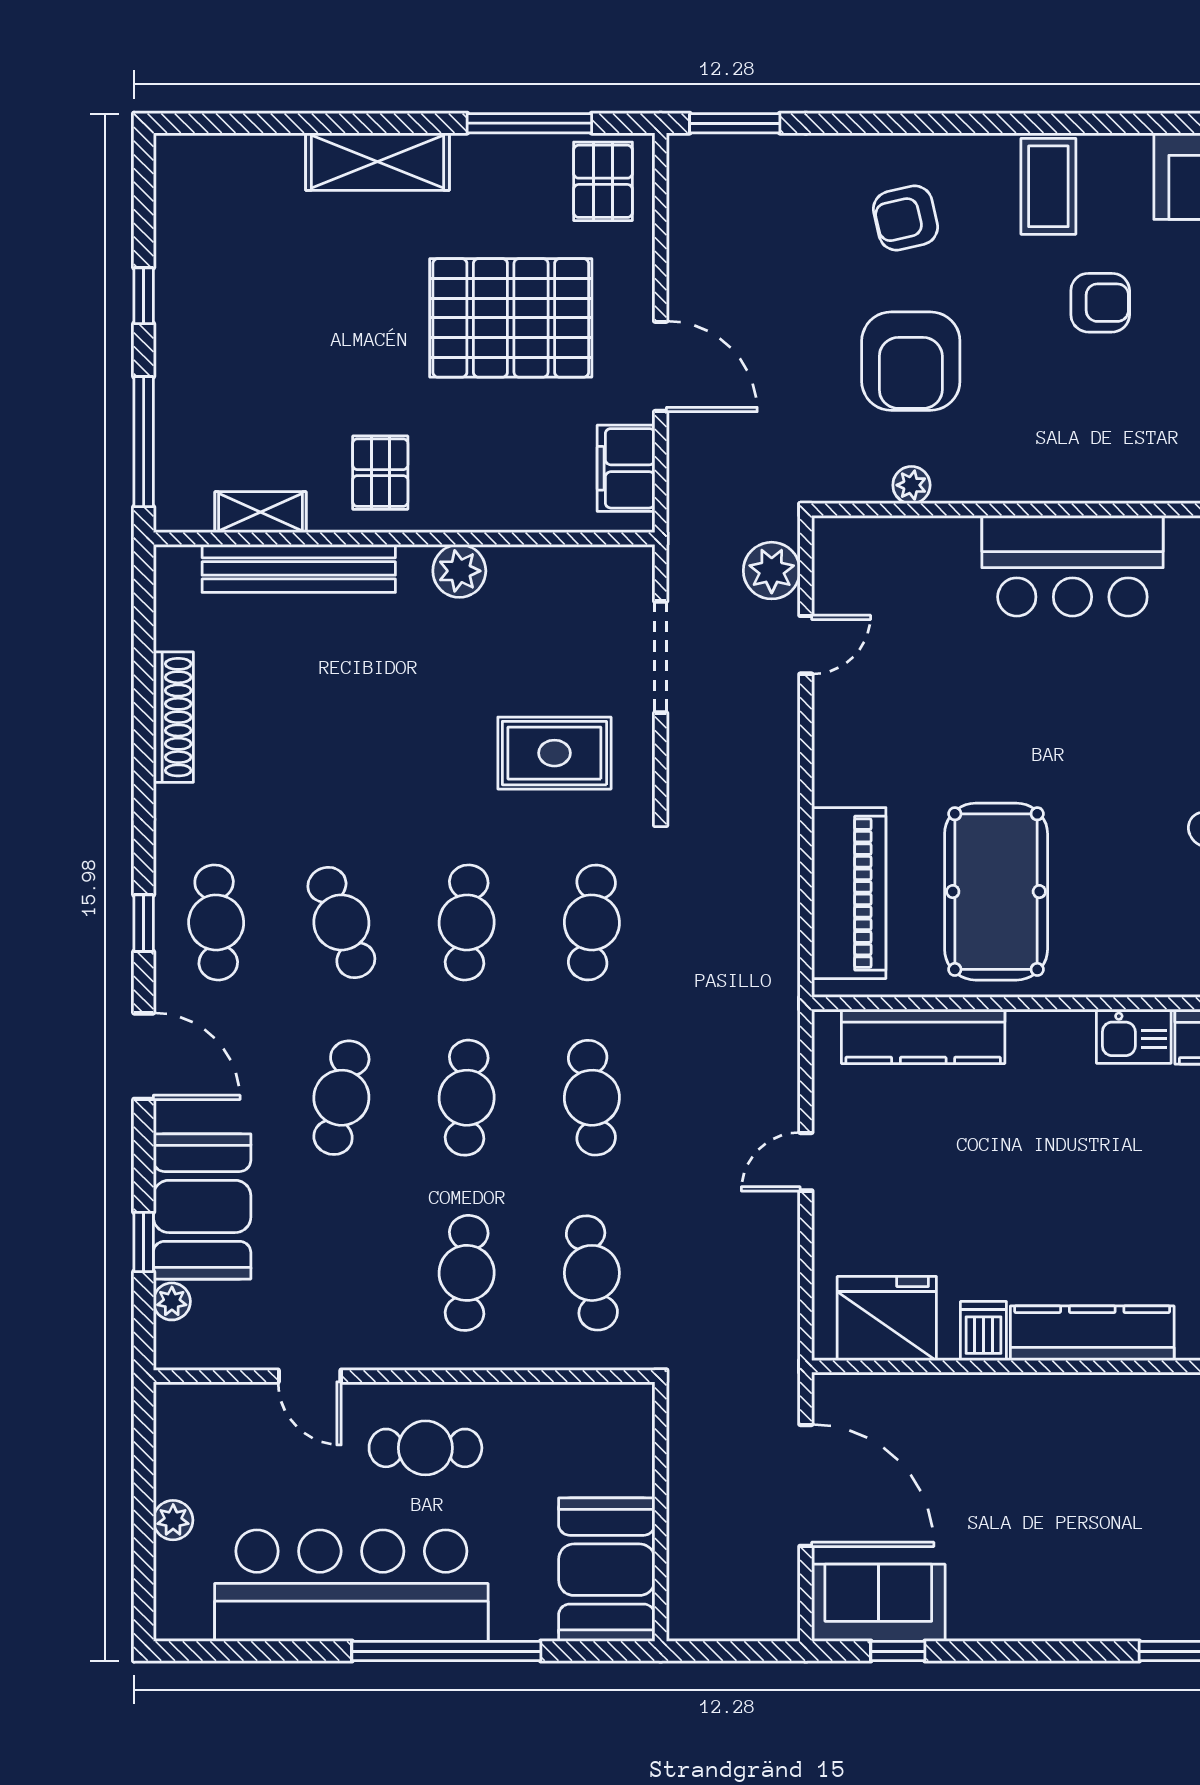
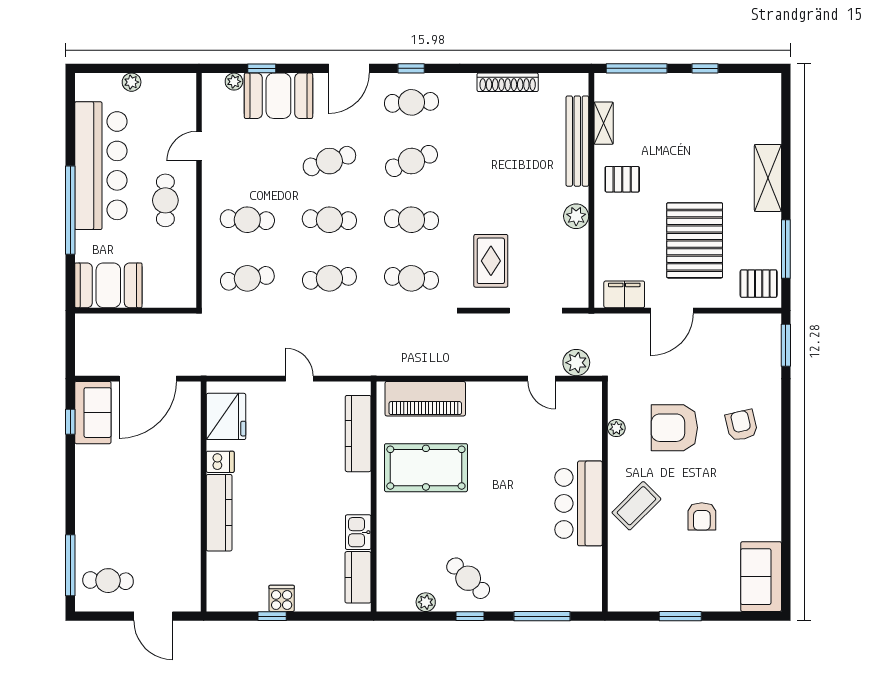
coffee table: (1048, 186) -> (636, 506), moved, turned -45
cafe table: (341, 1098) -> (329, 161), turned -30

